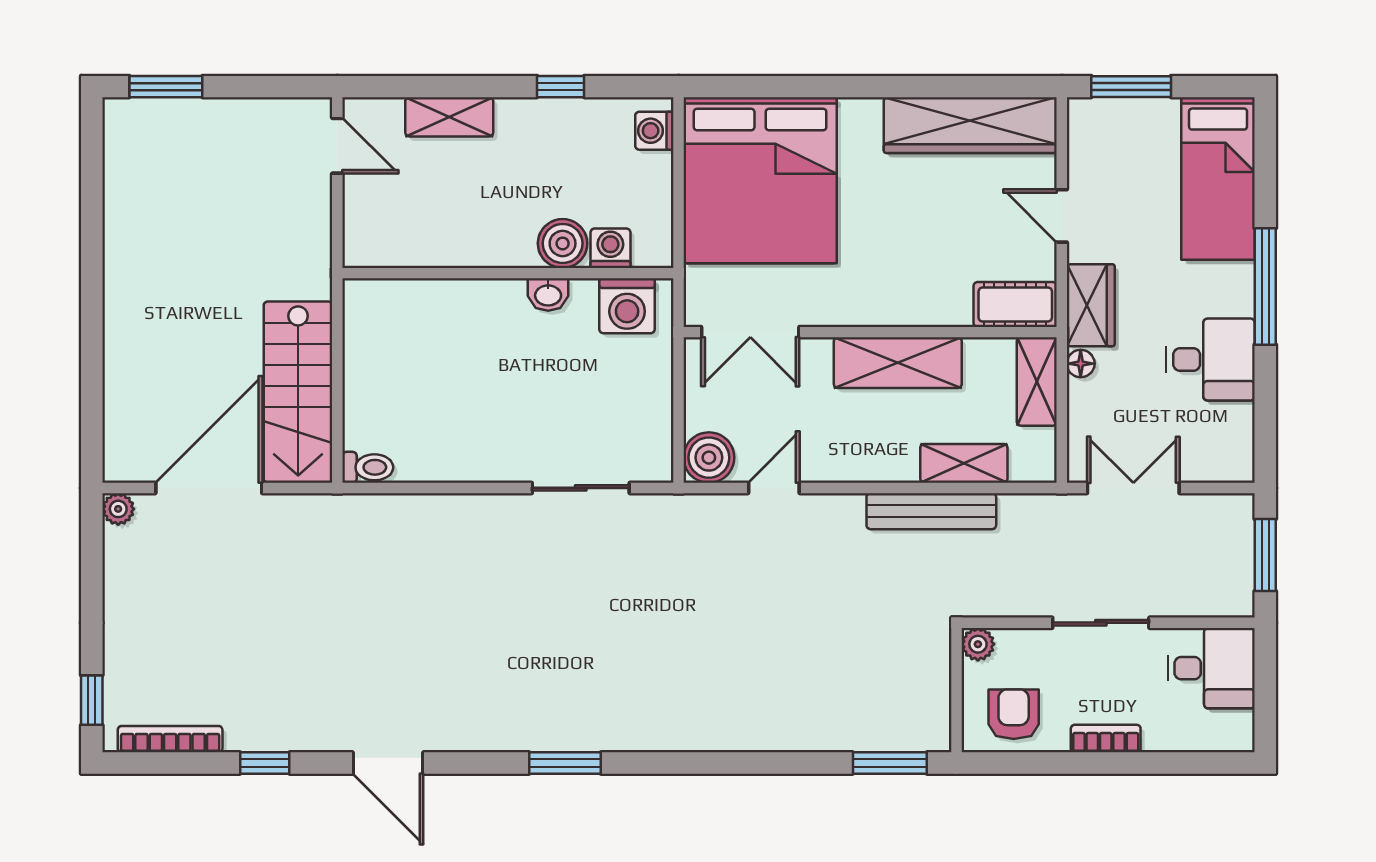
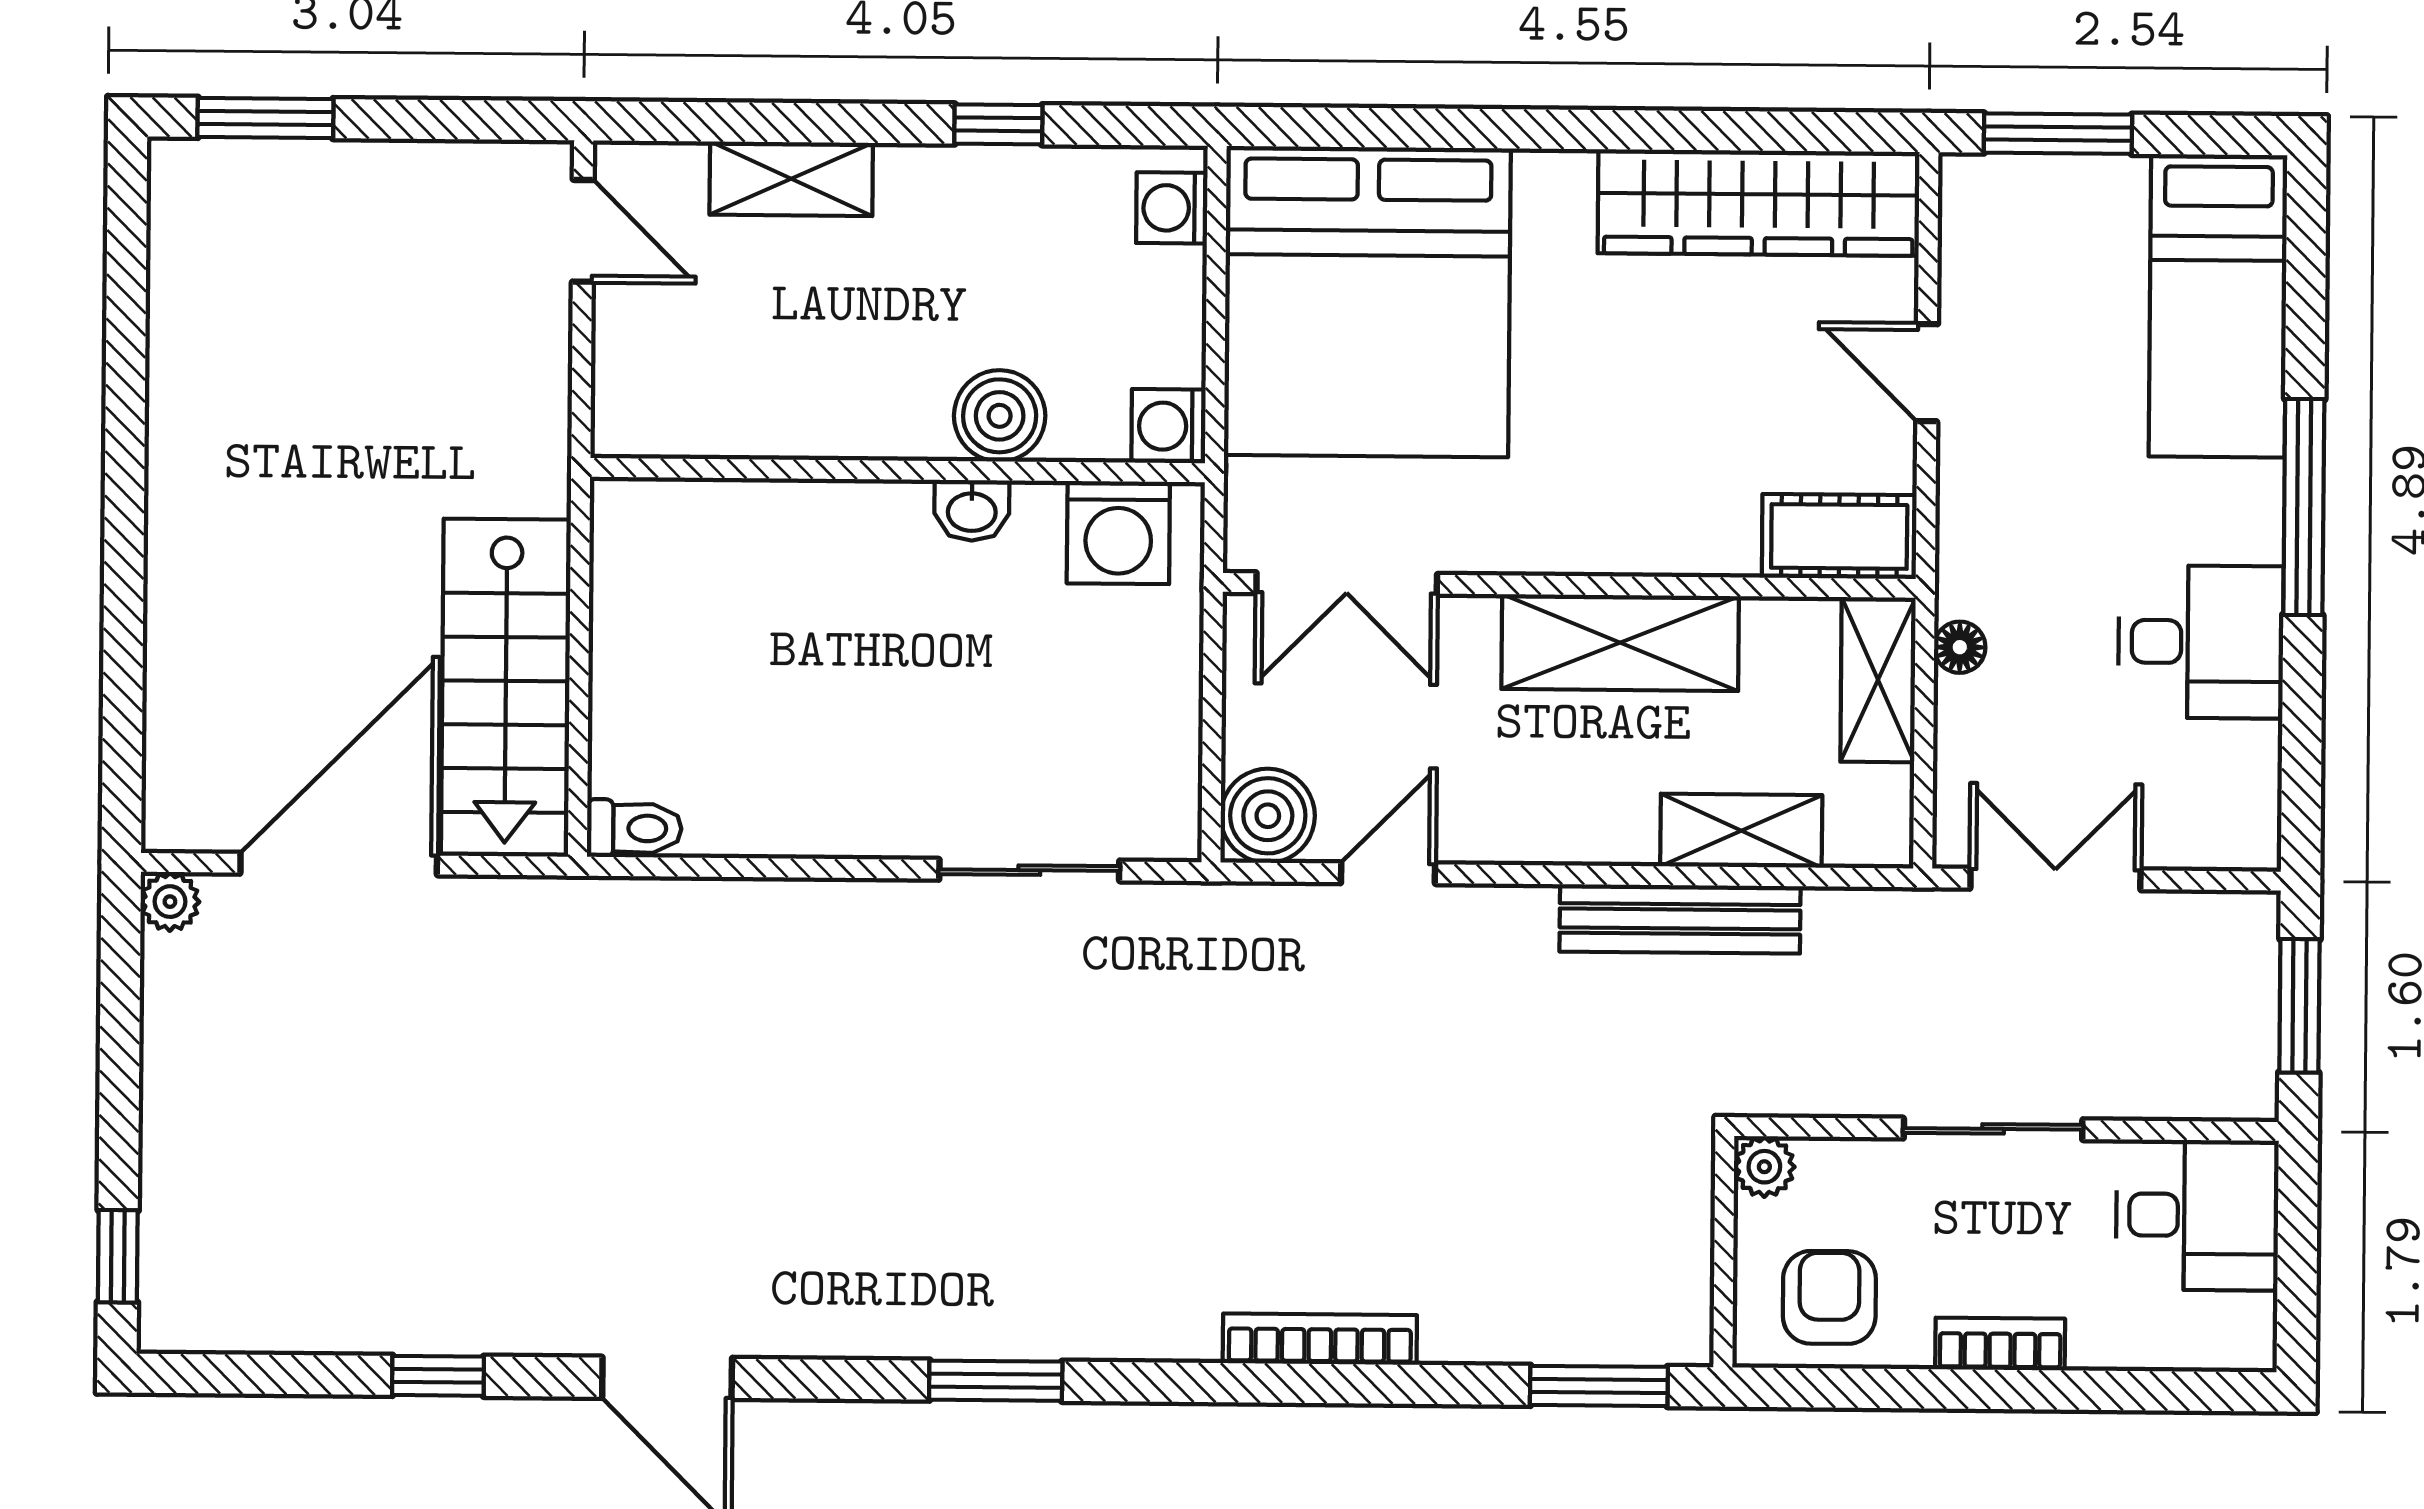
washing machine: (610, 248) -> (1169, 426), moved, turned -90
wardrobe: (1091, 305) -> (1979, 539), removed
bookcase: (170, 739) -> (1320, 1339), moved

